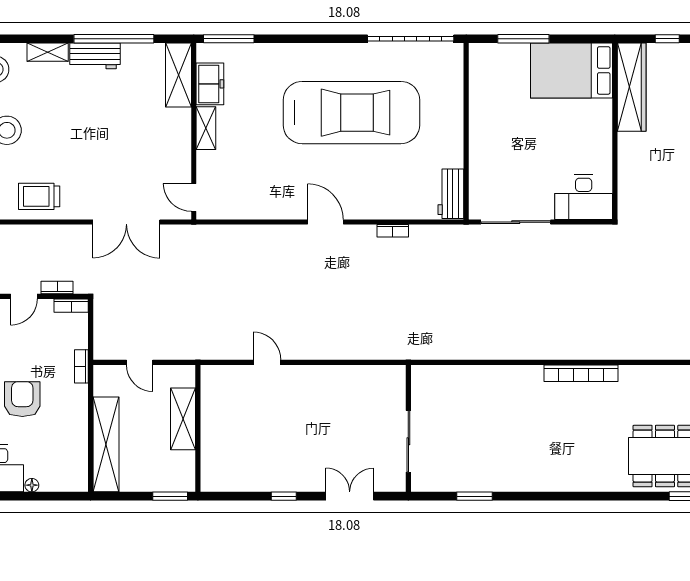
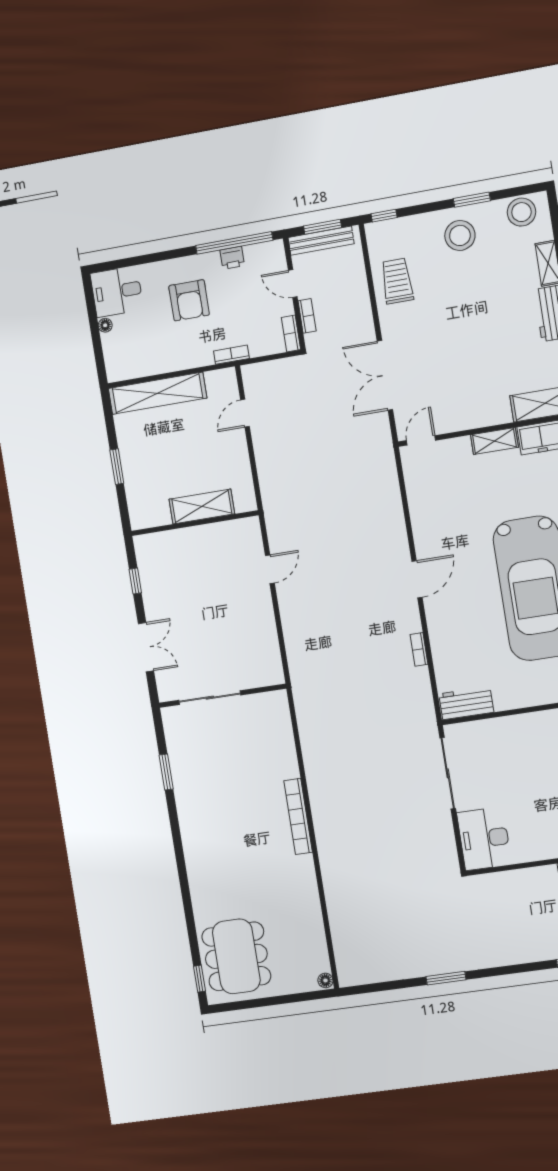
door: (267, 362) -> (270, 569), moved
bookcase: (581, 373) -> (298, 816), moved
armchair: (22, 399) -> (189, 300), turned 90
shelving: (183, 419) -> (202, 507), moved
wall: (198, 428) -> (195, 523), moved

